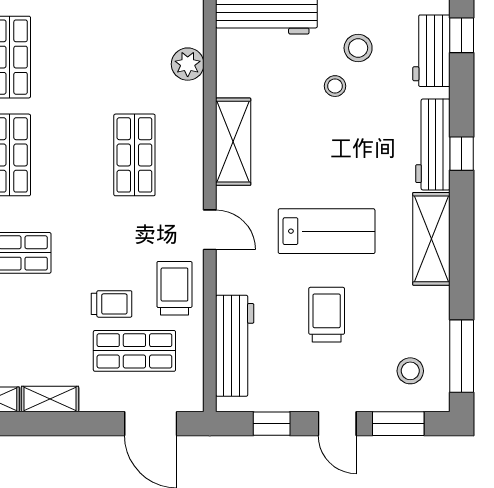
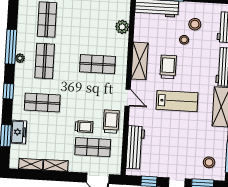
shop shelf: (134, 155) -> (97, 64), turned 90
trolley: (327, 315) -> (168, 67), moved

